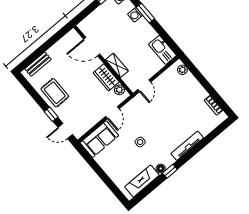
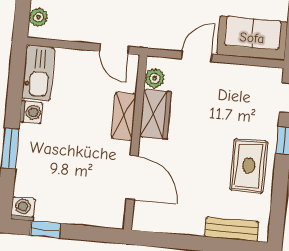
washing machine: (135, 15) -> (31, 112), moved
door: (144, 86) -> (114, 49), swing flipped

